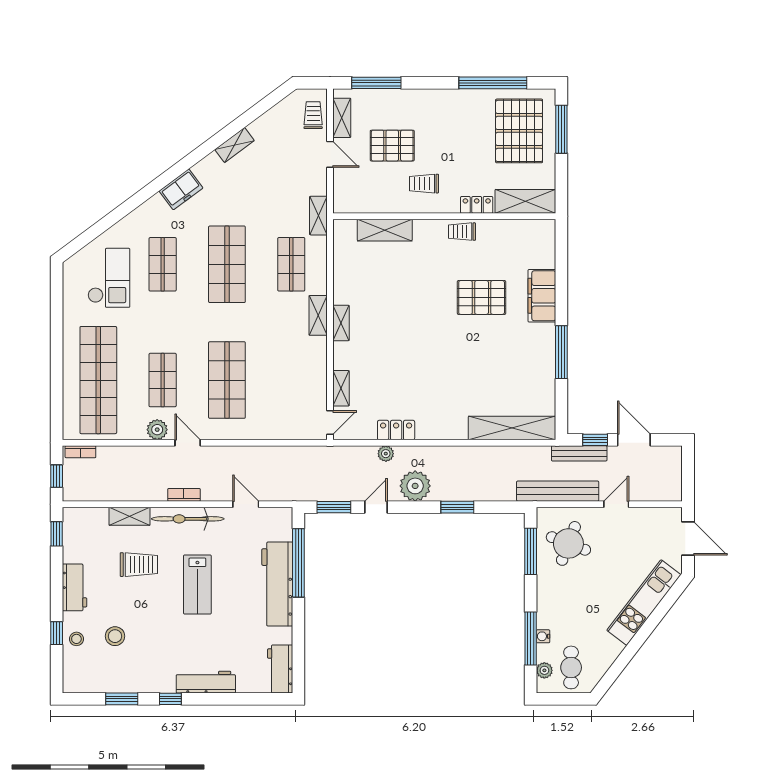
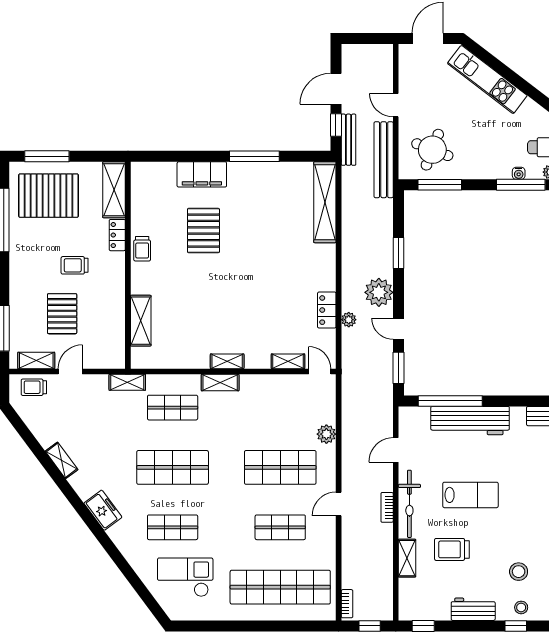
trolley: (424, 184) -> (75, 265), moved, turned 90
plant: (157, 430) -> (326, 434), moved
trolley: (139, 565) -> (452, 549), turned -90

